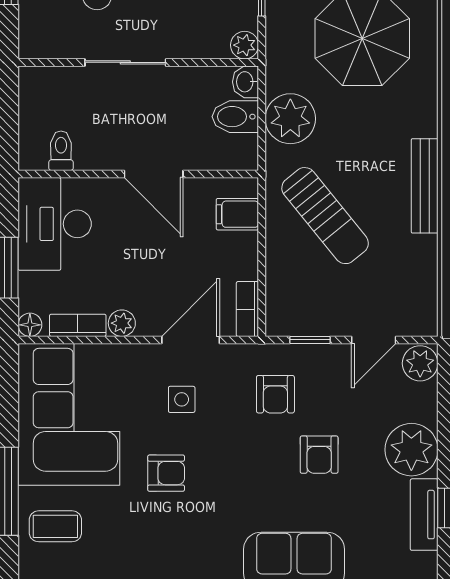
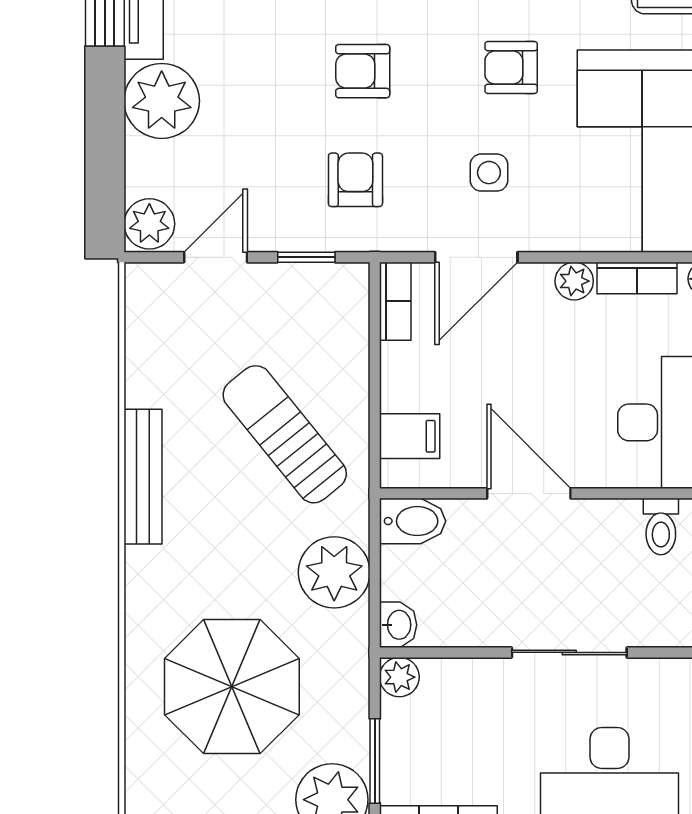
bidet: (235, 117) -> (413, 521), moved
armchair: (319, 455) -> (363, 71), moved, turned -90

